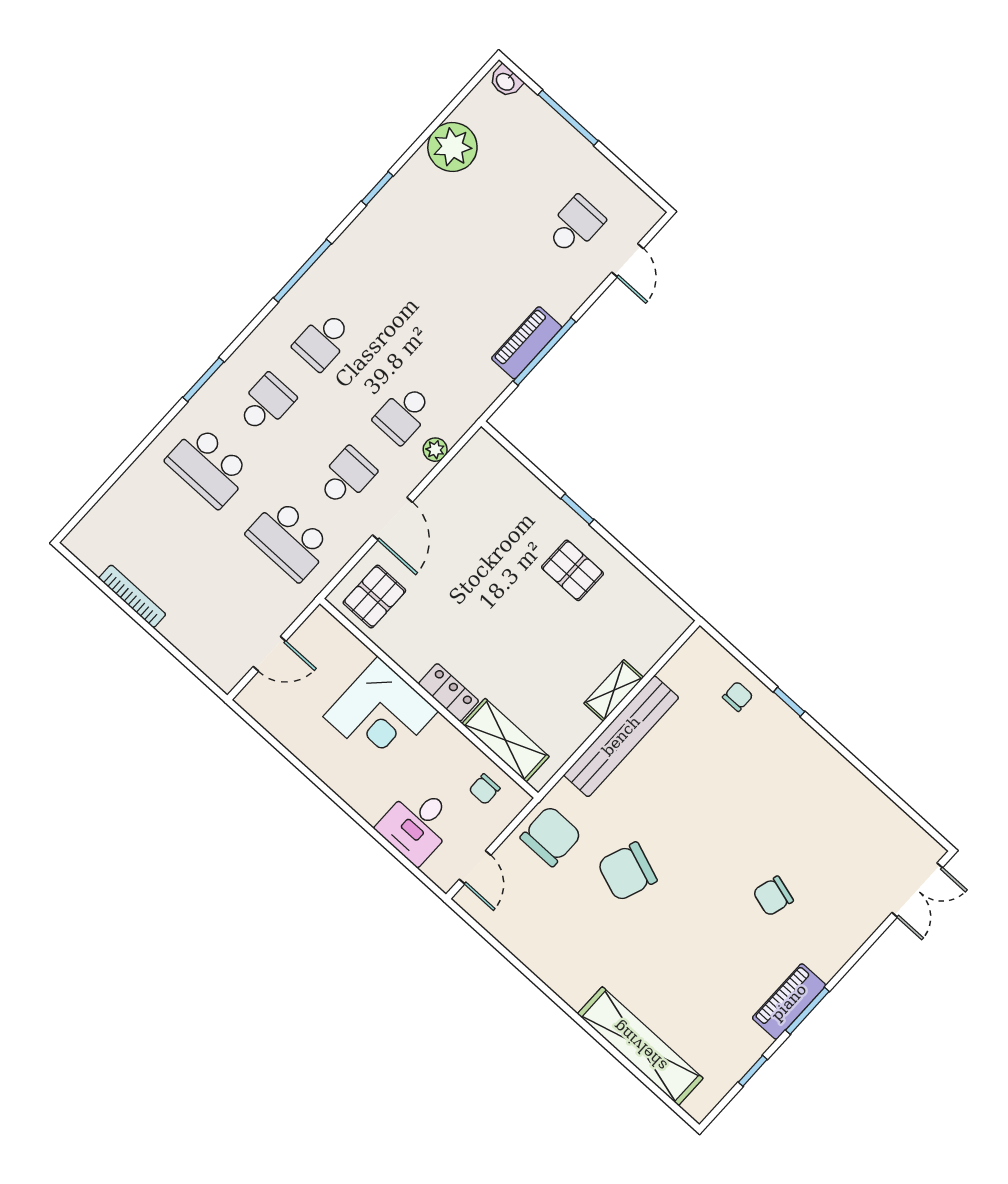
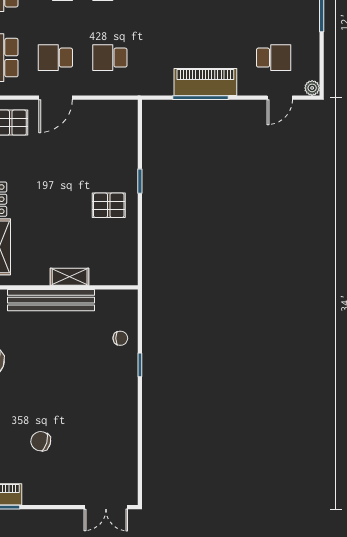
piano: (527, 343) -> (205, 82), width x1.37, depth x1.33
plant: (435, 450) -> (312, 88), moved
school desk: (346, 477) -> (55, 58), turned 180
pallet: (572, 570) -> (109, 205), turned 90

